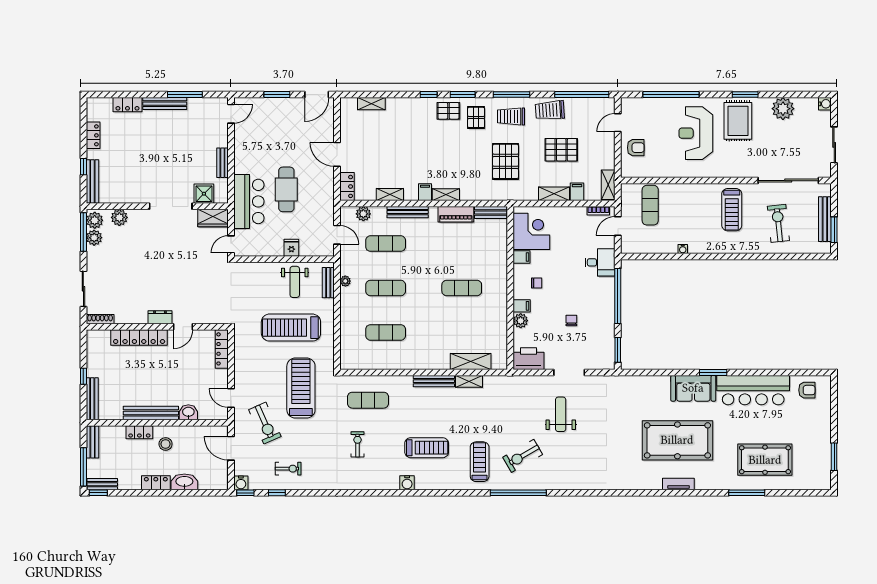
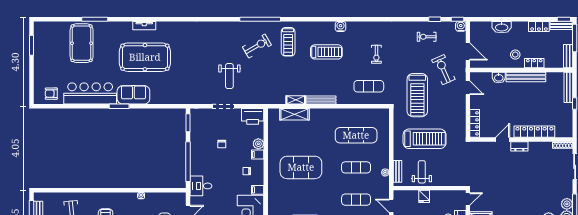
exercise mat: (462, 288) -> (301, 167), width x2.00, depth x1.45
exercise mat: (386, 332) -> (356, 135), width x1.36, depth x1.45
treadmill: (427, 448) -> (326, 52), turned 180
pool table: (765, 460) -> (82, 43), turned 90
locker: (156, 483) -> (539, 26), moved

